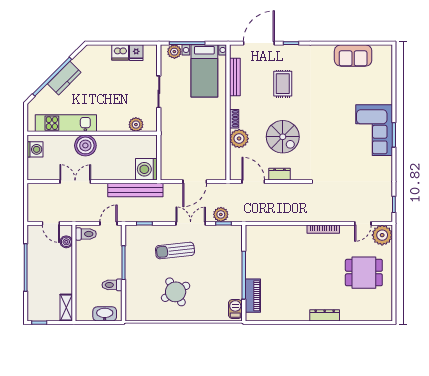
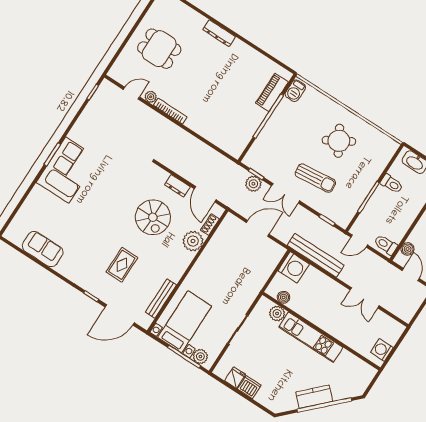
shoe rack: (234, 119) -> (210, 225), moved
kitchen unit: (66, 123) -> (311, 337), moved
spiral stairs: (283, 137) -> (153, 217), turned 180
boiler: (85, 145) -> (284, 297), moved, width x0.54, depth x0.54
plant: (382, 235) -> (151, 97), moved, width x0.53, depth x0.53

